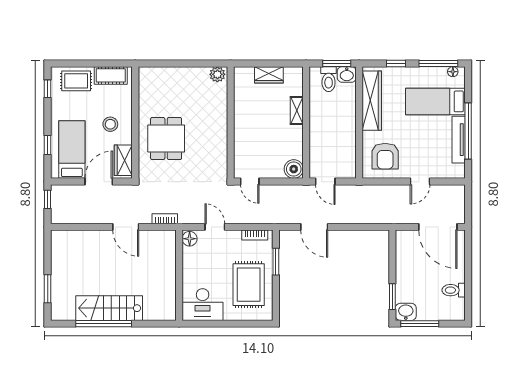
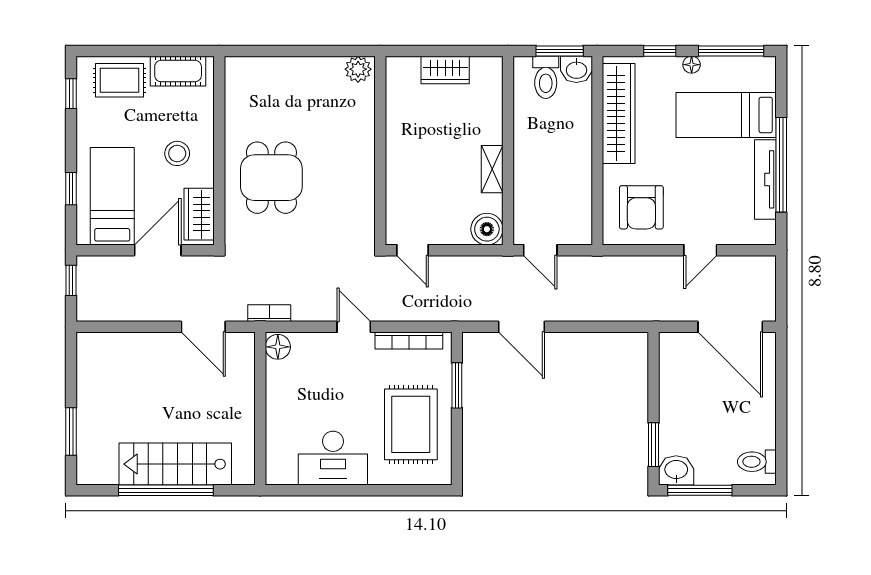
floor lamp: (453, 72) -> (692, 65), moved
shelving: (297, 110) -> (492, 169), moved
bookcase: (255, 235) -> (409, 341), width x1.56
floor lamp: (190, 239) -> (278, 347), moved
wall: (179, 275) -> (260, 409), moved
toilet: (454, 290) -> (757, 462), moved

